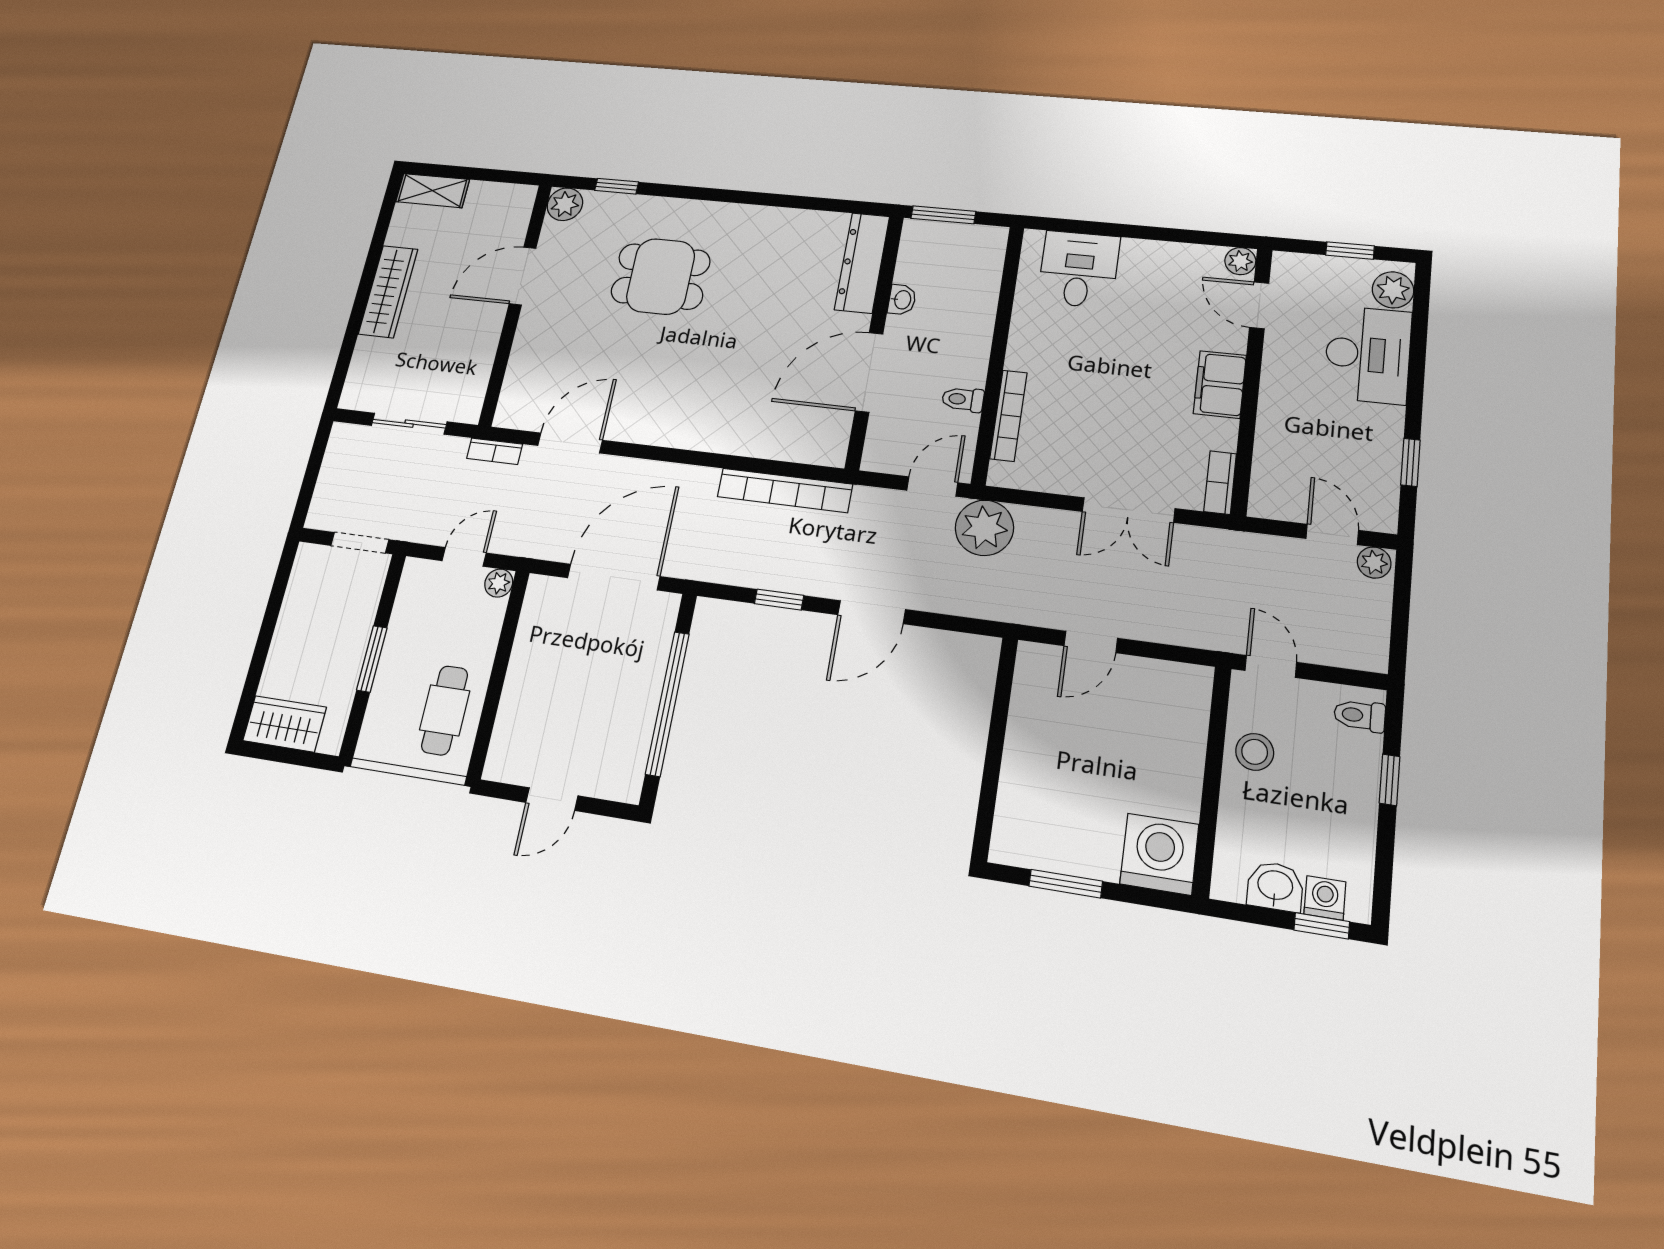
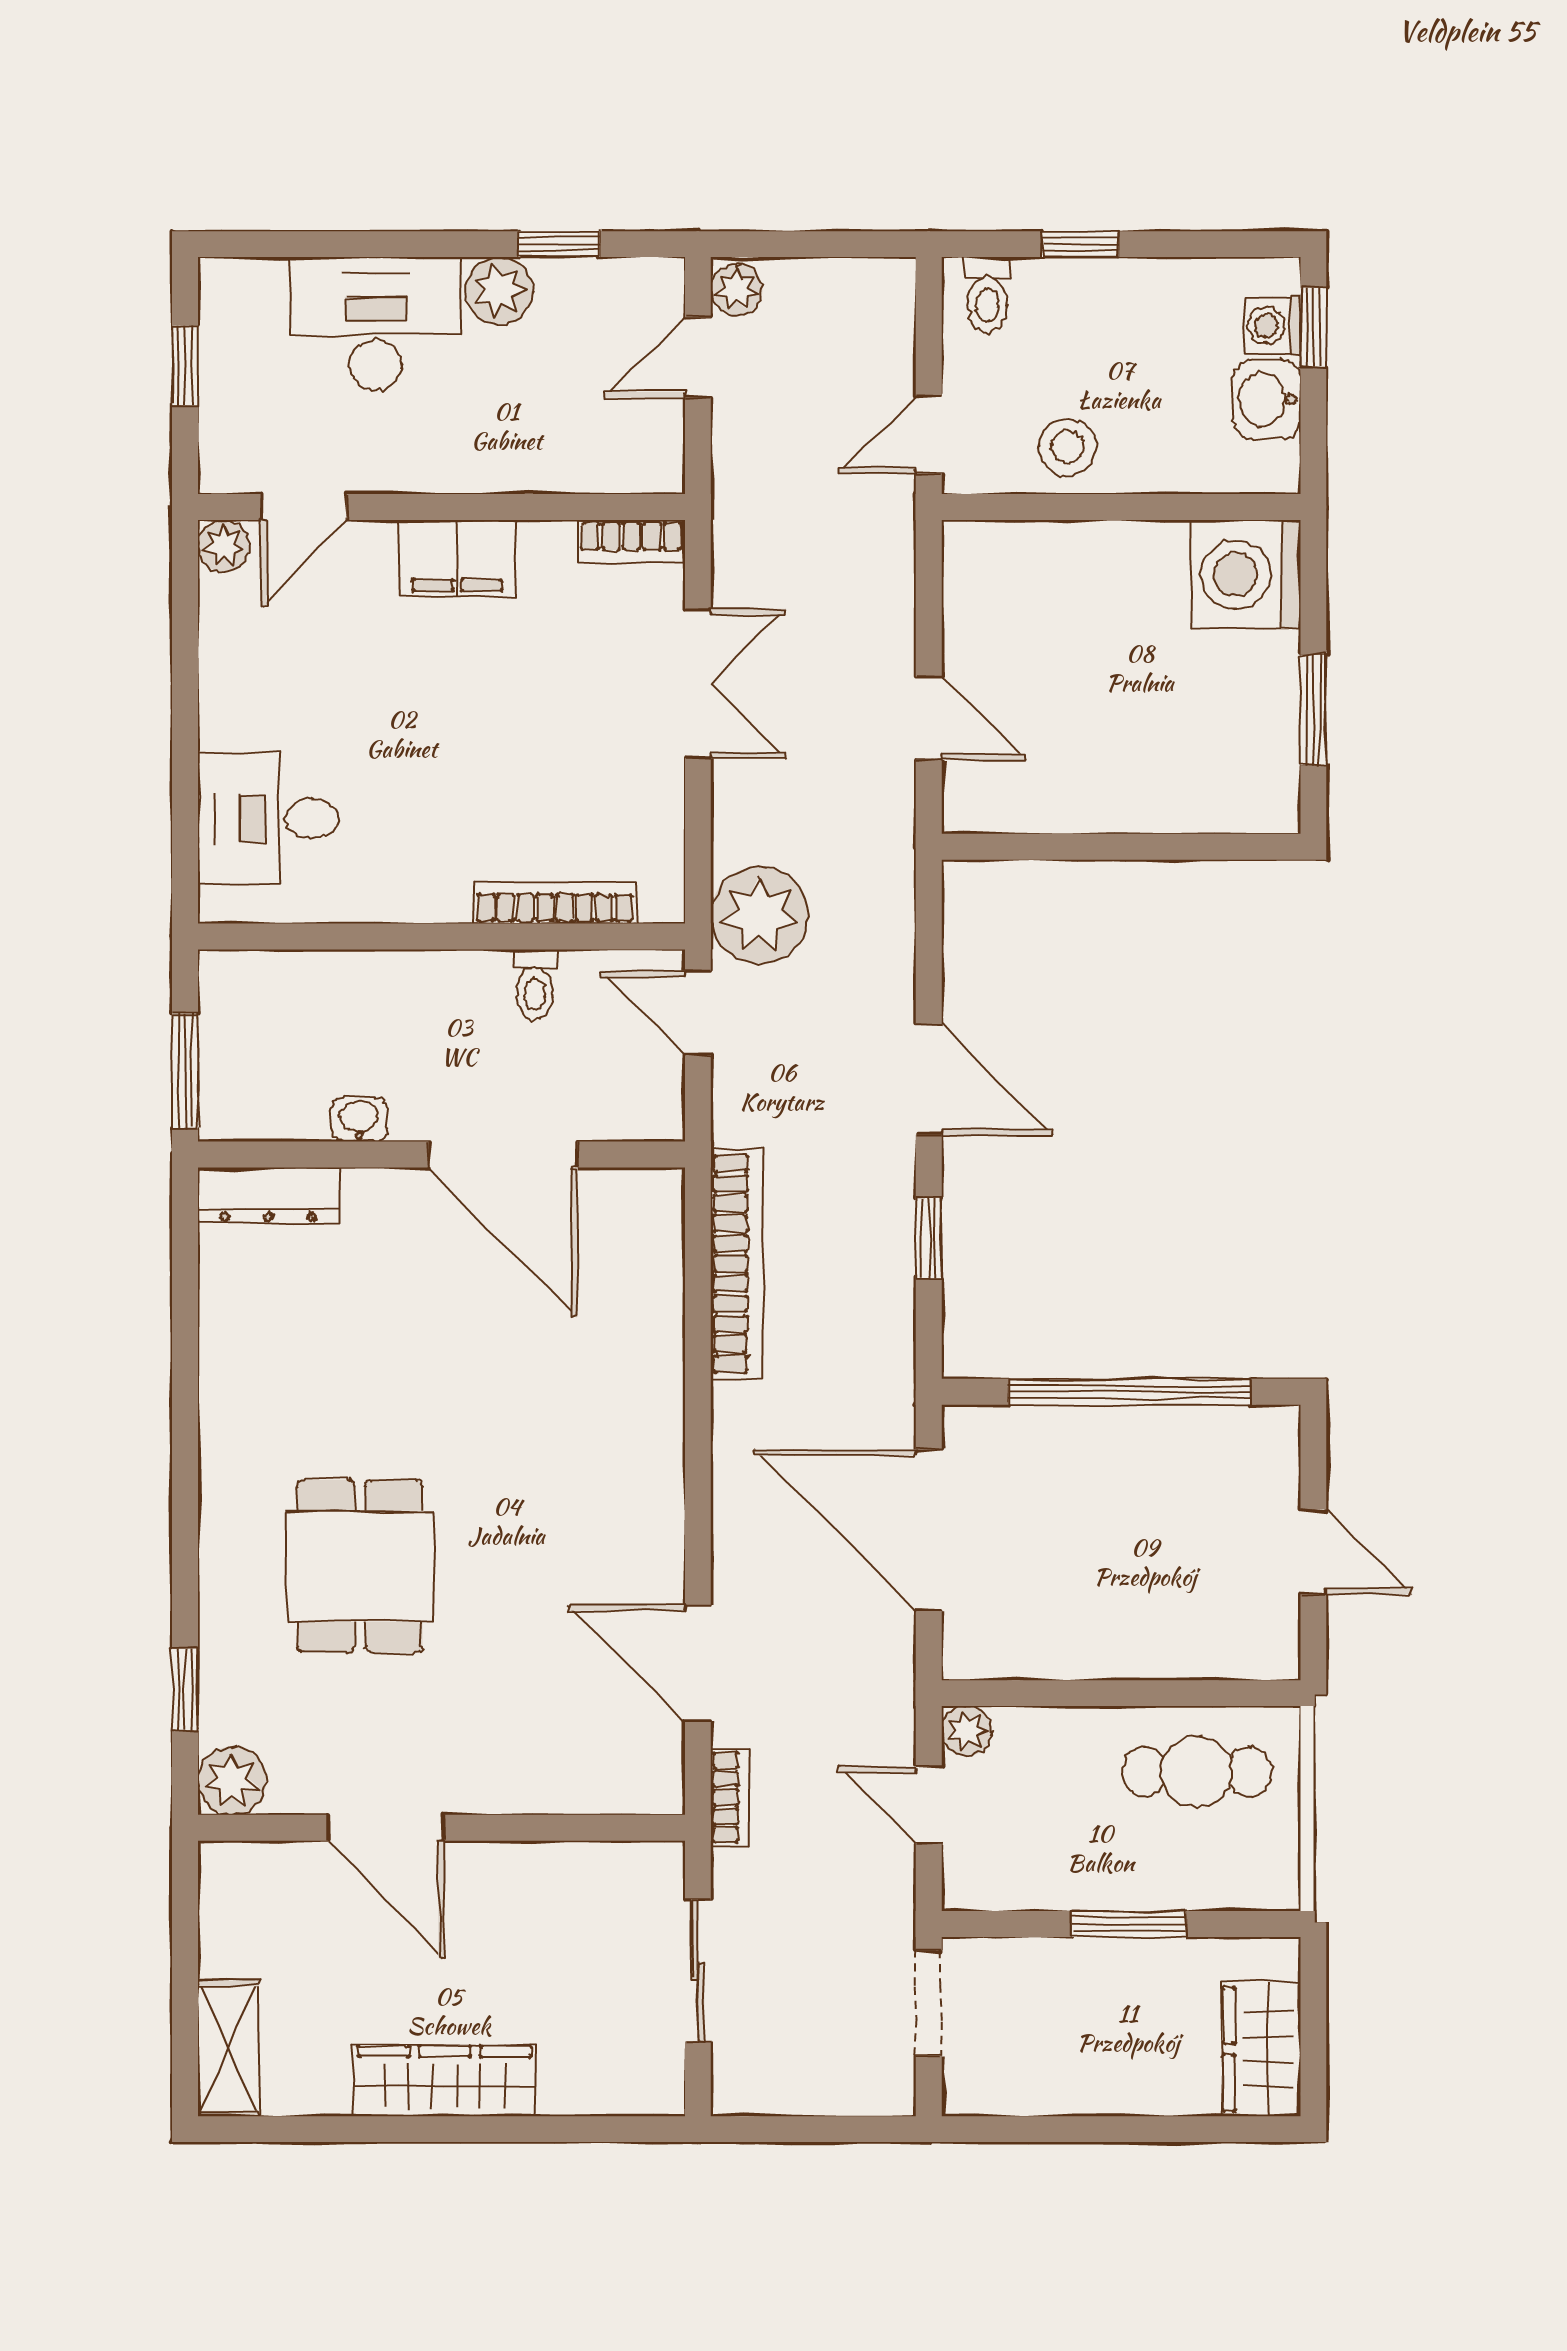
dresser: (862, 263) -> (269, 1195), width x0.73, depth x0.80
plant: (1393, 290) -> (499, 291), moved

